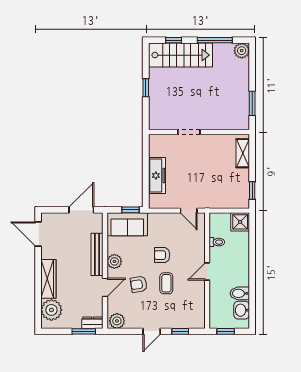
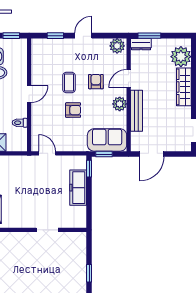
window: (146, 195) -> (89, 169), added
armchair: (139, 284) -> (96, 82), turned -81

